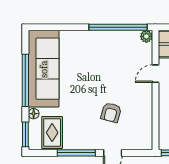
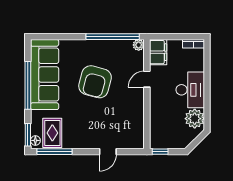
armchair: (111, 112) -> (95, 82), moved, width x1.88, depth x1.88
floor lamp: (34, 114) -> (35, 140), moved
window: (76, 153) -> (55, 152), moved

